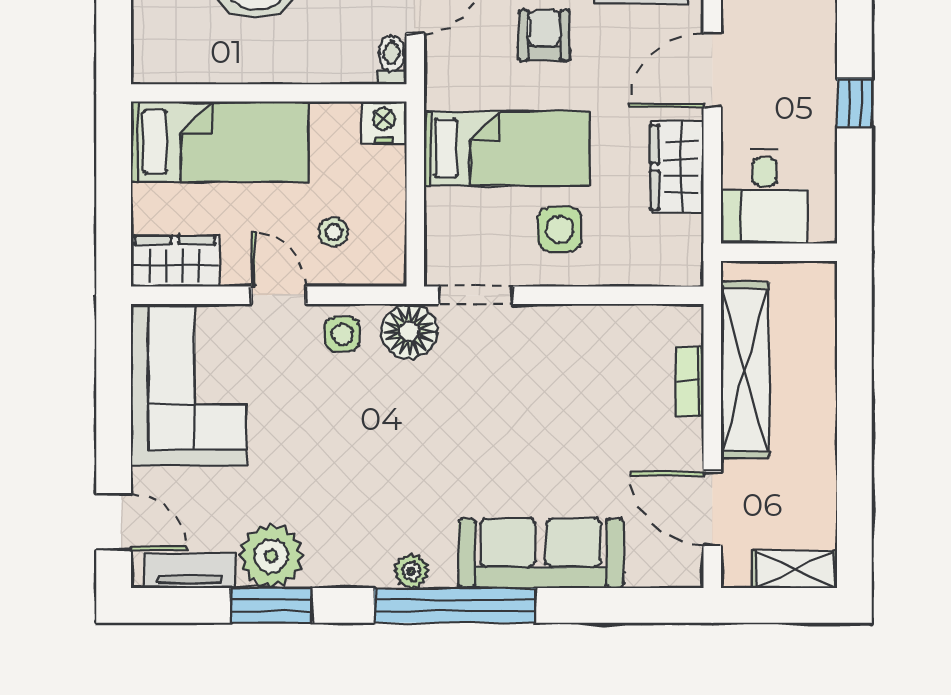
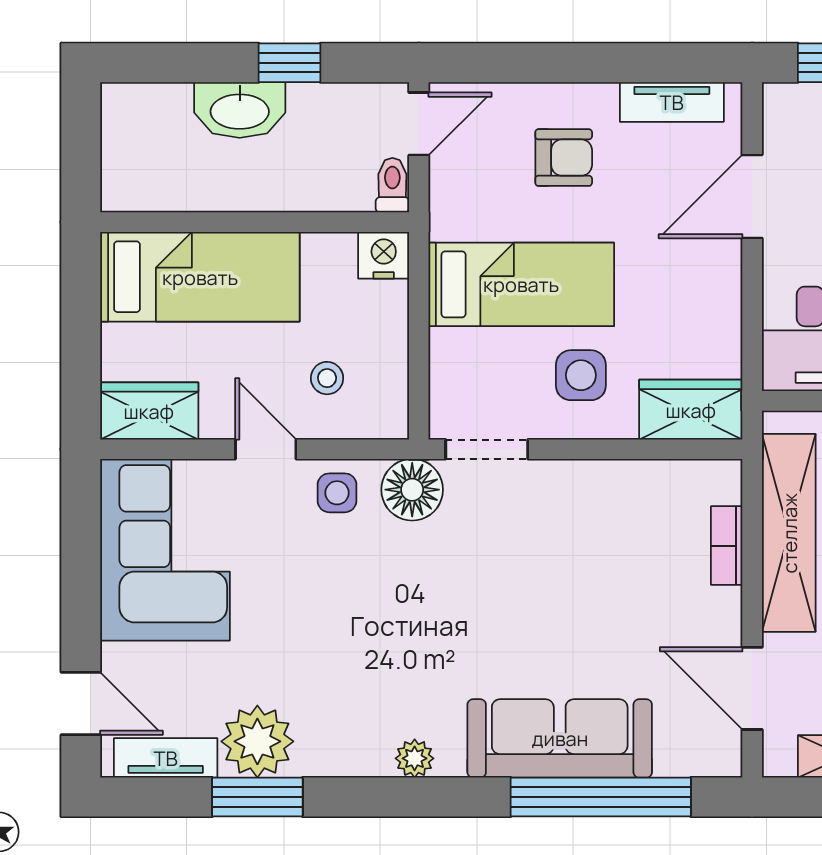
armchair: (544, 35) -> (564, 158), turned 90
wardrobe: (677, 167) -> (691, 410), moved, turned 90
window: (455, 605) -> (601, 797), moved

